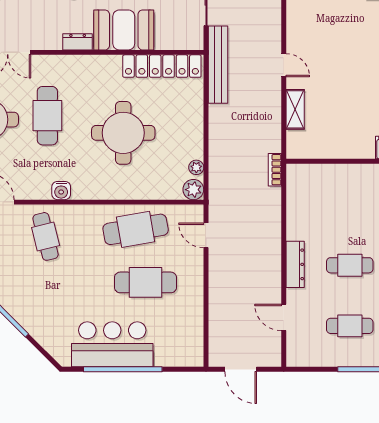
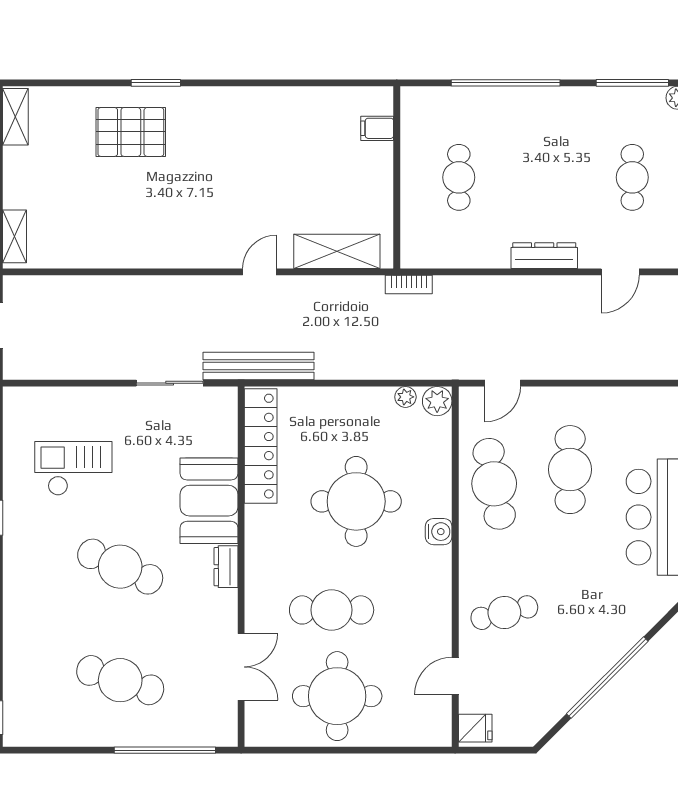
shelving: (295, 109) -> (337, 251), width x1.50, depth x1.33
water cooler: (61, 191) -> (439, 532), moved
cafe table: (350, 265) -> (459, 177), moved

